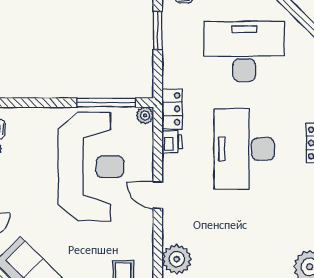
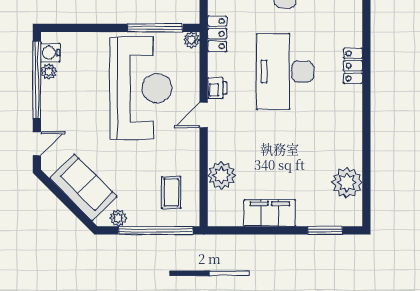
printer: (172, 142) -> (217, 88), moved
door: (158, 195) -> (204, 115), hinge flipped

